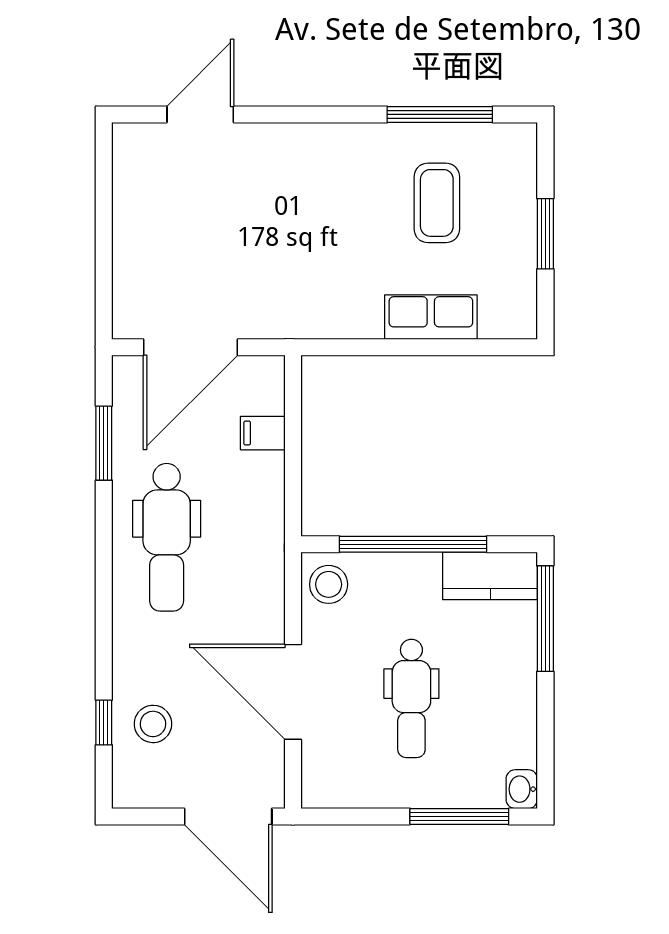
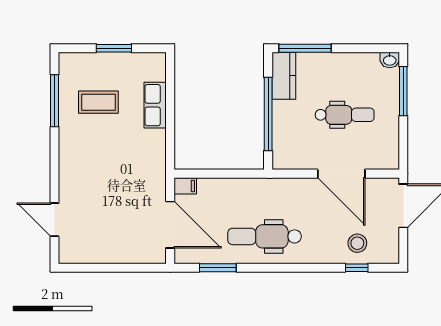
filing cabinet: (263, 433) -> (185, 186), moved, turned -90
dental chair: (167, 537) -> (265, 236), turned 180
stool: (329, 584) -> (288, 156), removed
door: (293, 692) -> (341, 174), hinge flipped

